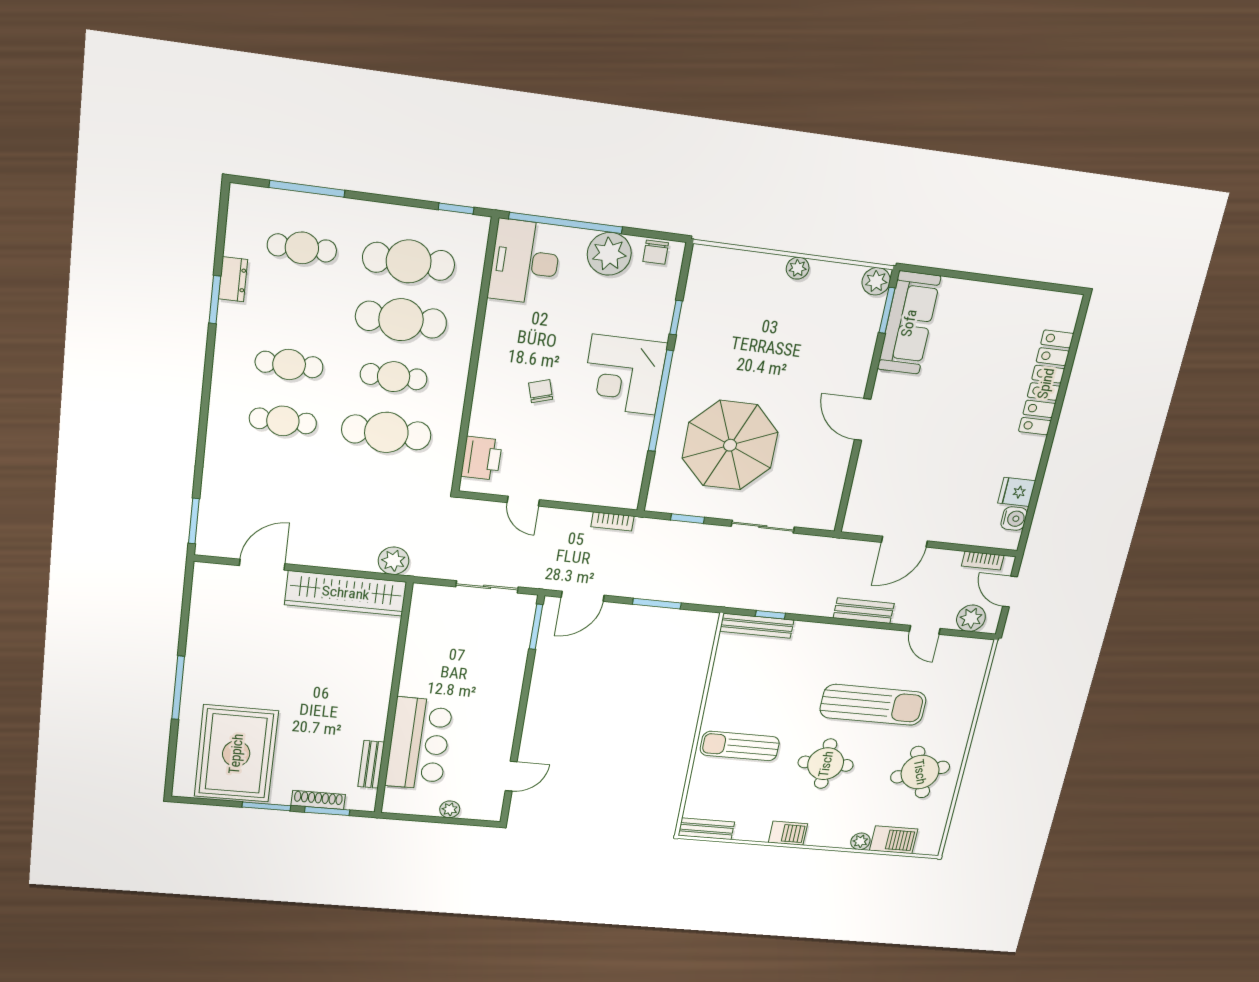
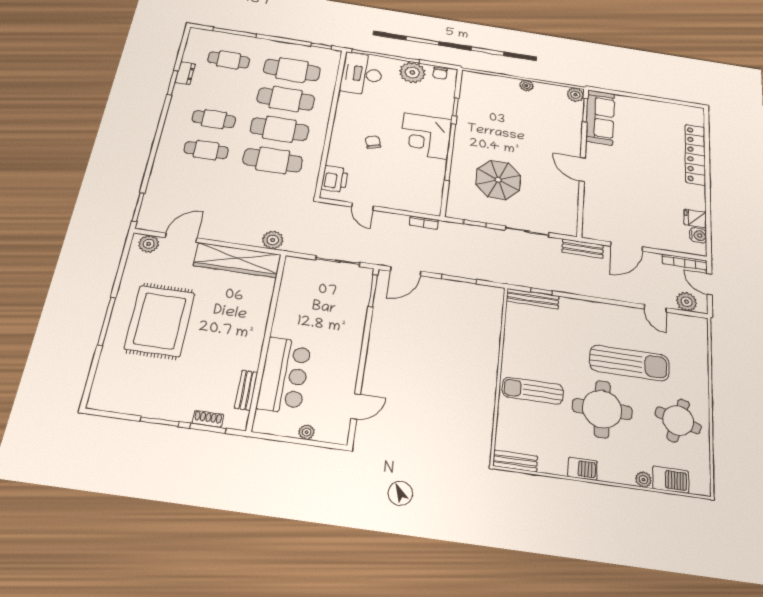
cafe table: (394, 377) -> (279, 129), width x1.37, depth x1.35
parasol: (730, 445) -> (498, 180), width x0.73, depth x0.73
bookcase: (983, 561) -> (684, 262), width x1.56
plant: (218, 576) -> (149, 244), added
bench: (864, 611) -> (583, 249), moved
rug: (236, 754) -> (160, 321), moved
round table: (826, 764) -> (602, 409), width x1.36, depth x1.36
round table: (920, 772) -> (678, 420), turned 36
shoe rack: (318, 800) -> (208, 419), width x0.70

